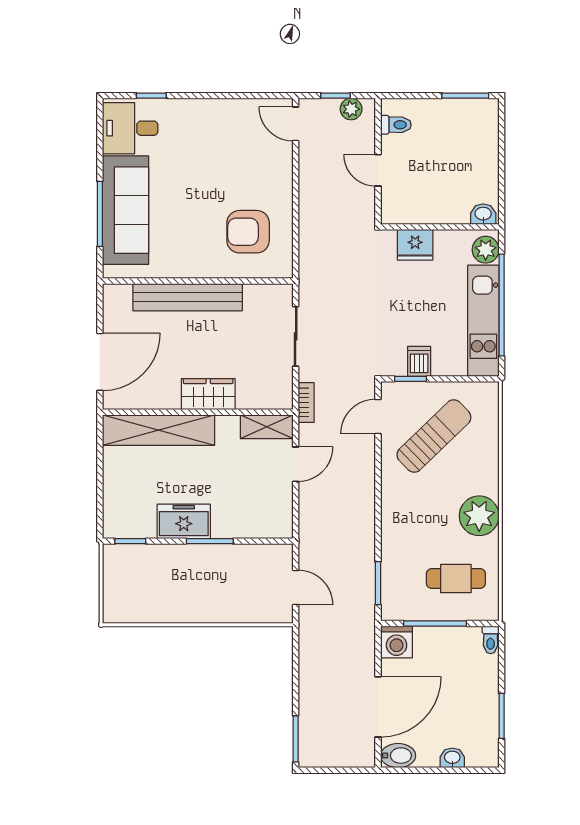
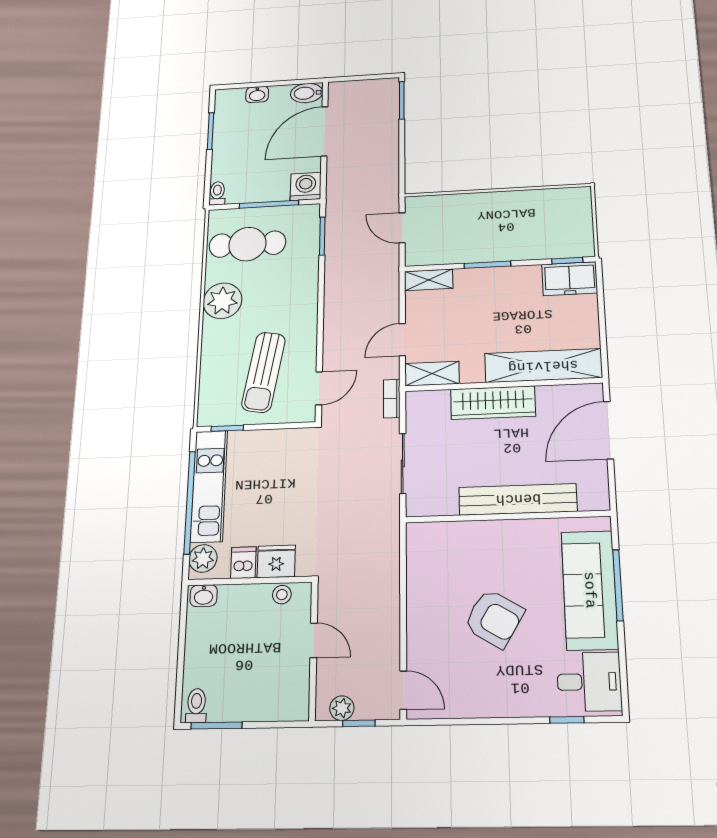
toilet: (396, 125) -> (196, 706), moved, turned 90
stool: (409, 213) -> (282, 595), added
armchair: (248, 232) -> (494, 618), moved, turned 31
dishwasher: (419, 361) -> (243, 563), moved, turned 180
window: (411, 379) -> (227, 428), moved
wardrobe: (208, 394) -> (493, 403), width x1.50
sun lounger: (434, 436) -> (264, 372), turned -36
freezer: (184, 521) -> (570, 279), moved
shelving: (269, 528) -> (429, 280), added
cafe table: (456, 579) -> (247, 244), width x1.37, depth x1.35

